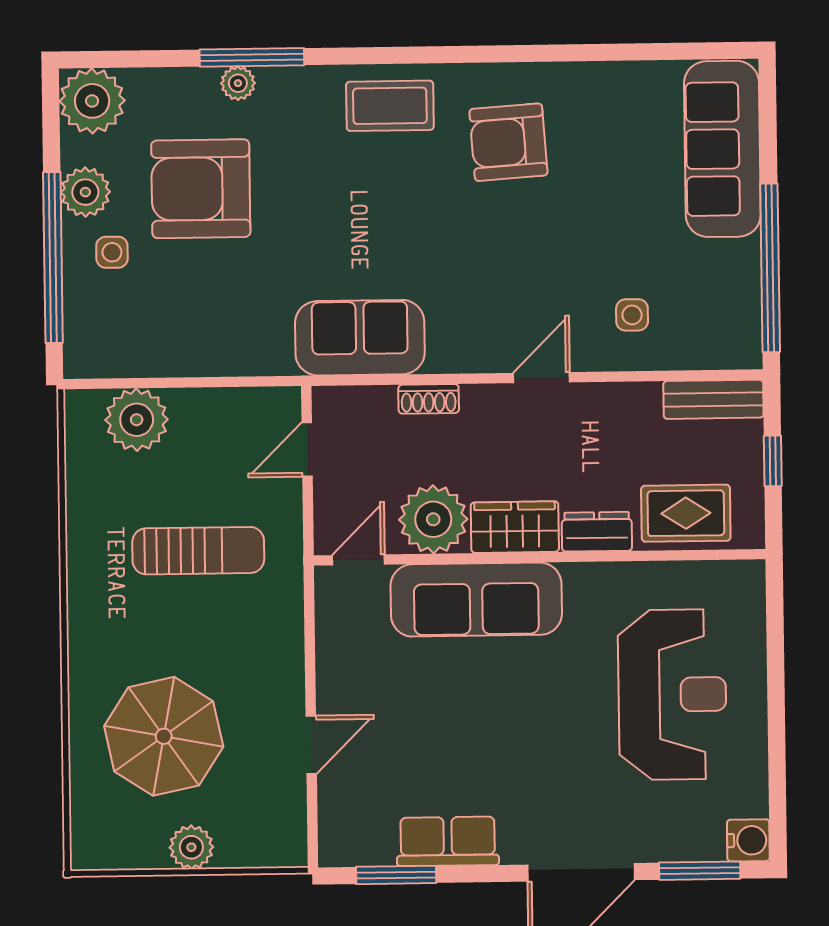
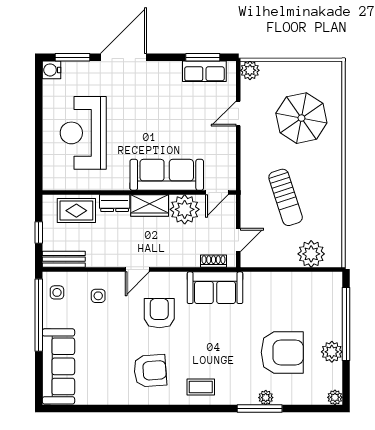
plant: (92, 101) -> (335, 397), width x0.53, depth x0.53
coffee table: (390, 106) -> (201, 387), width x0.73, depth x0.77
side table: (112, 252) -> (57, 292), moved
armchair: (489, 277) -> (159, 313), added
shoe rack: (429, 399) -> (213, 261), moved
sun lounger: (198, 551) -> (286, 197), turned -108
row of seats: (448, 841) -> (204, 71), moved
plant: (191, 847) -> (250, 70), moved

